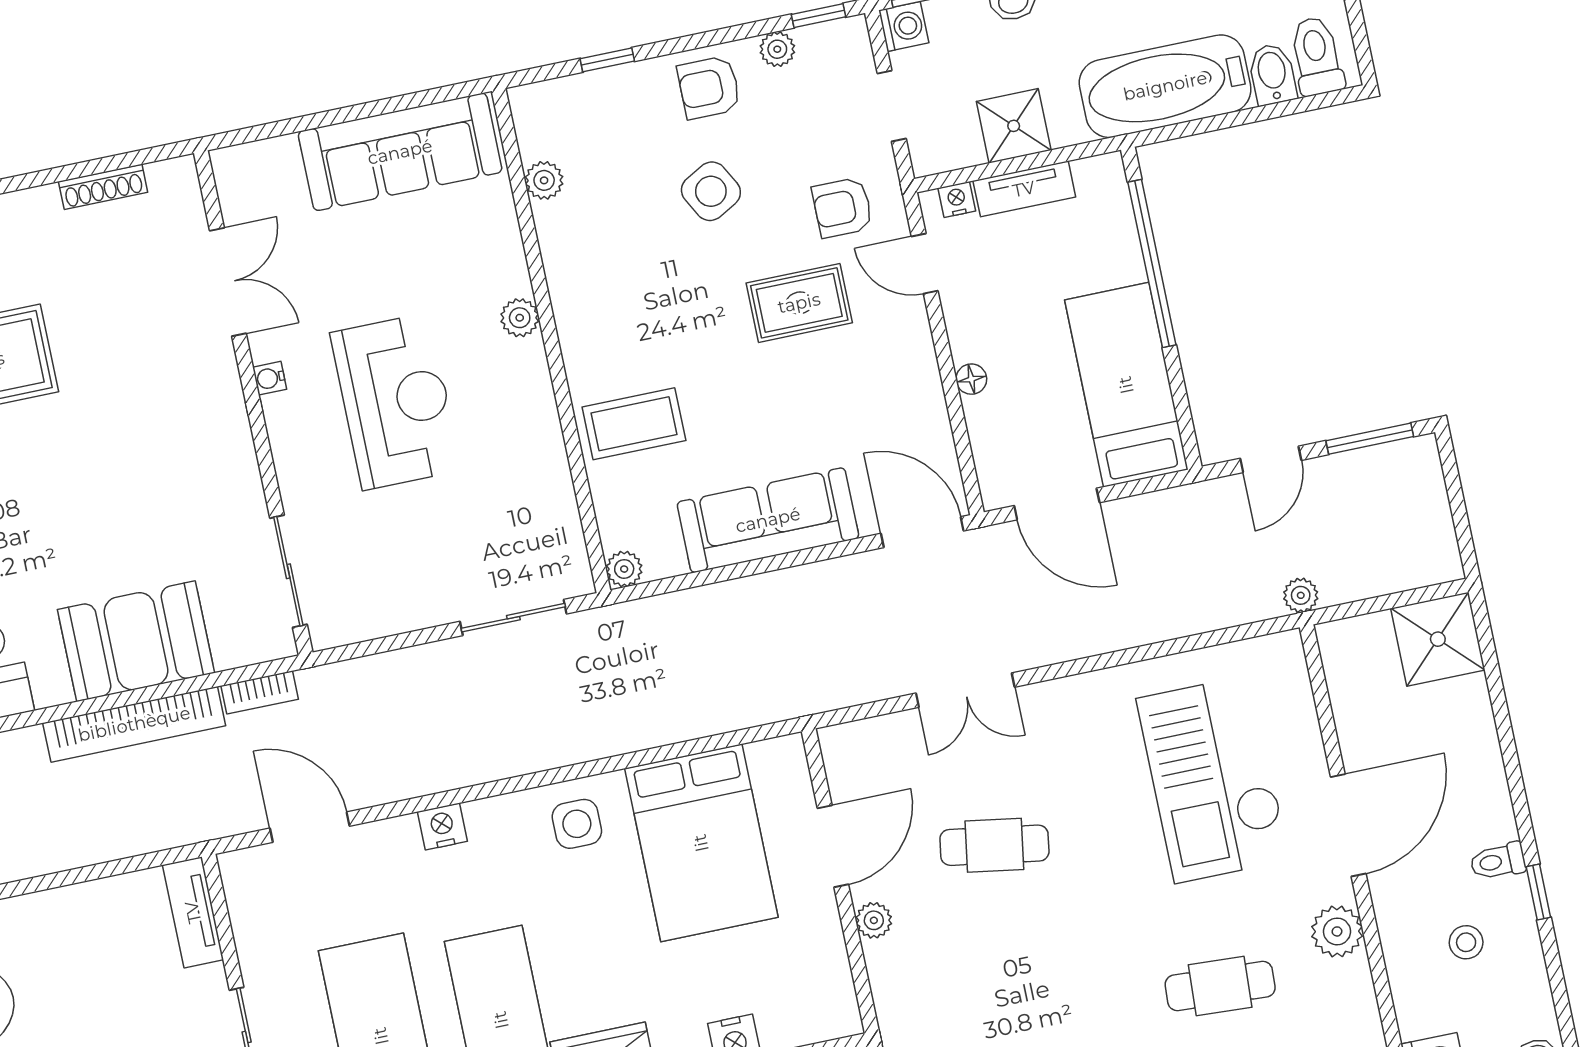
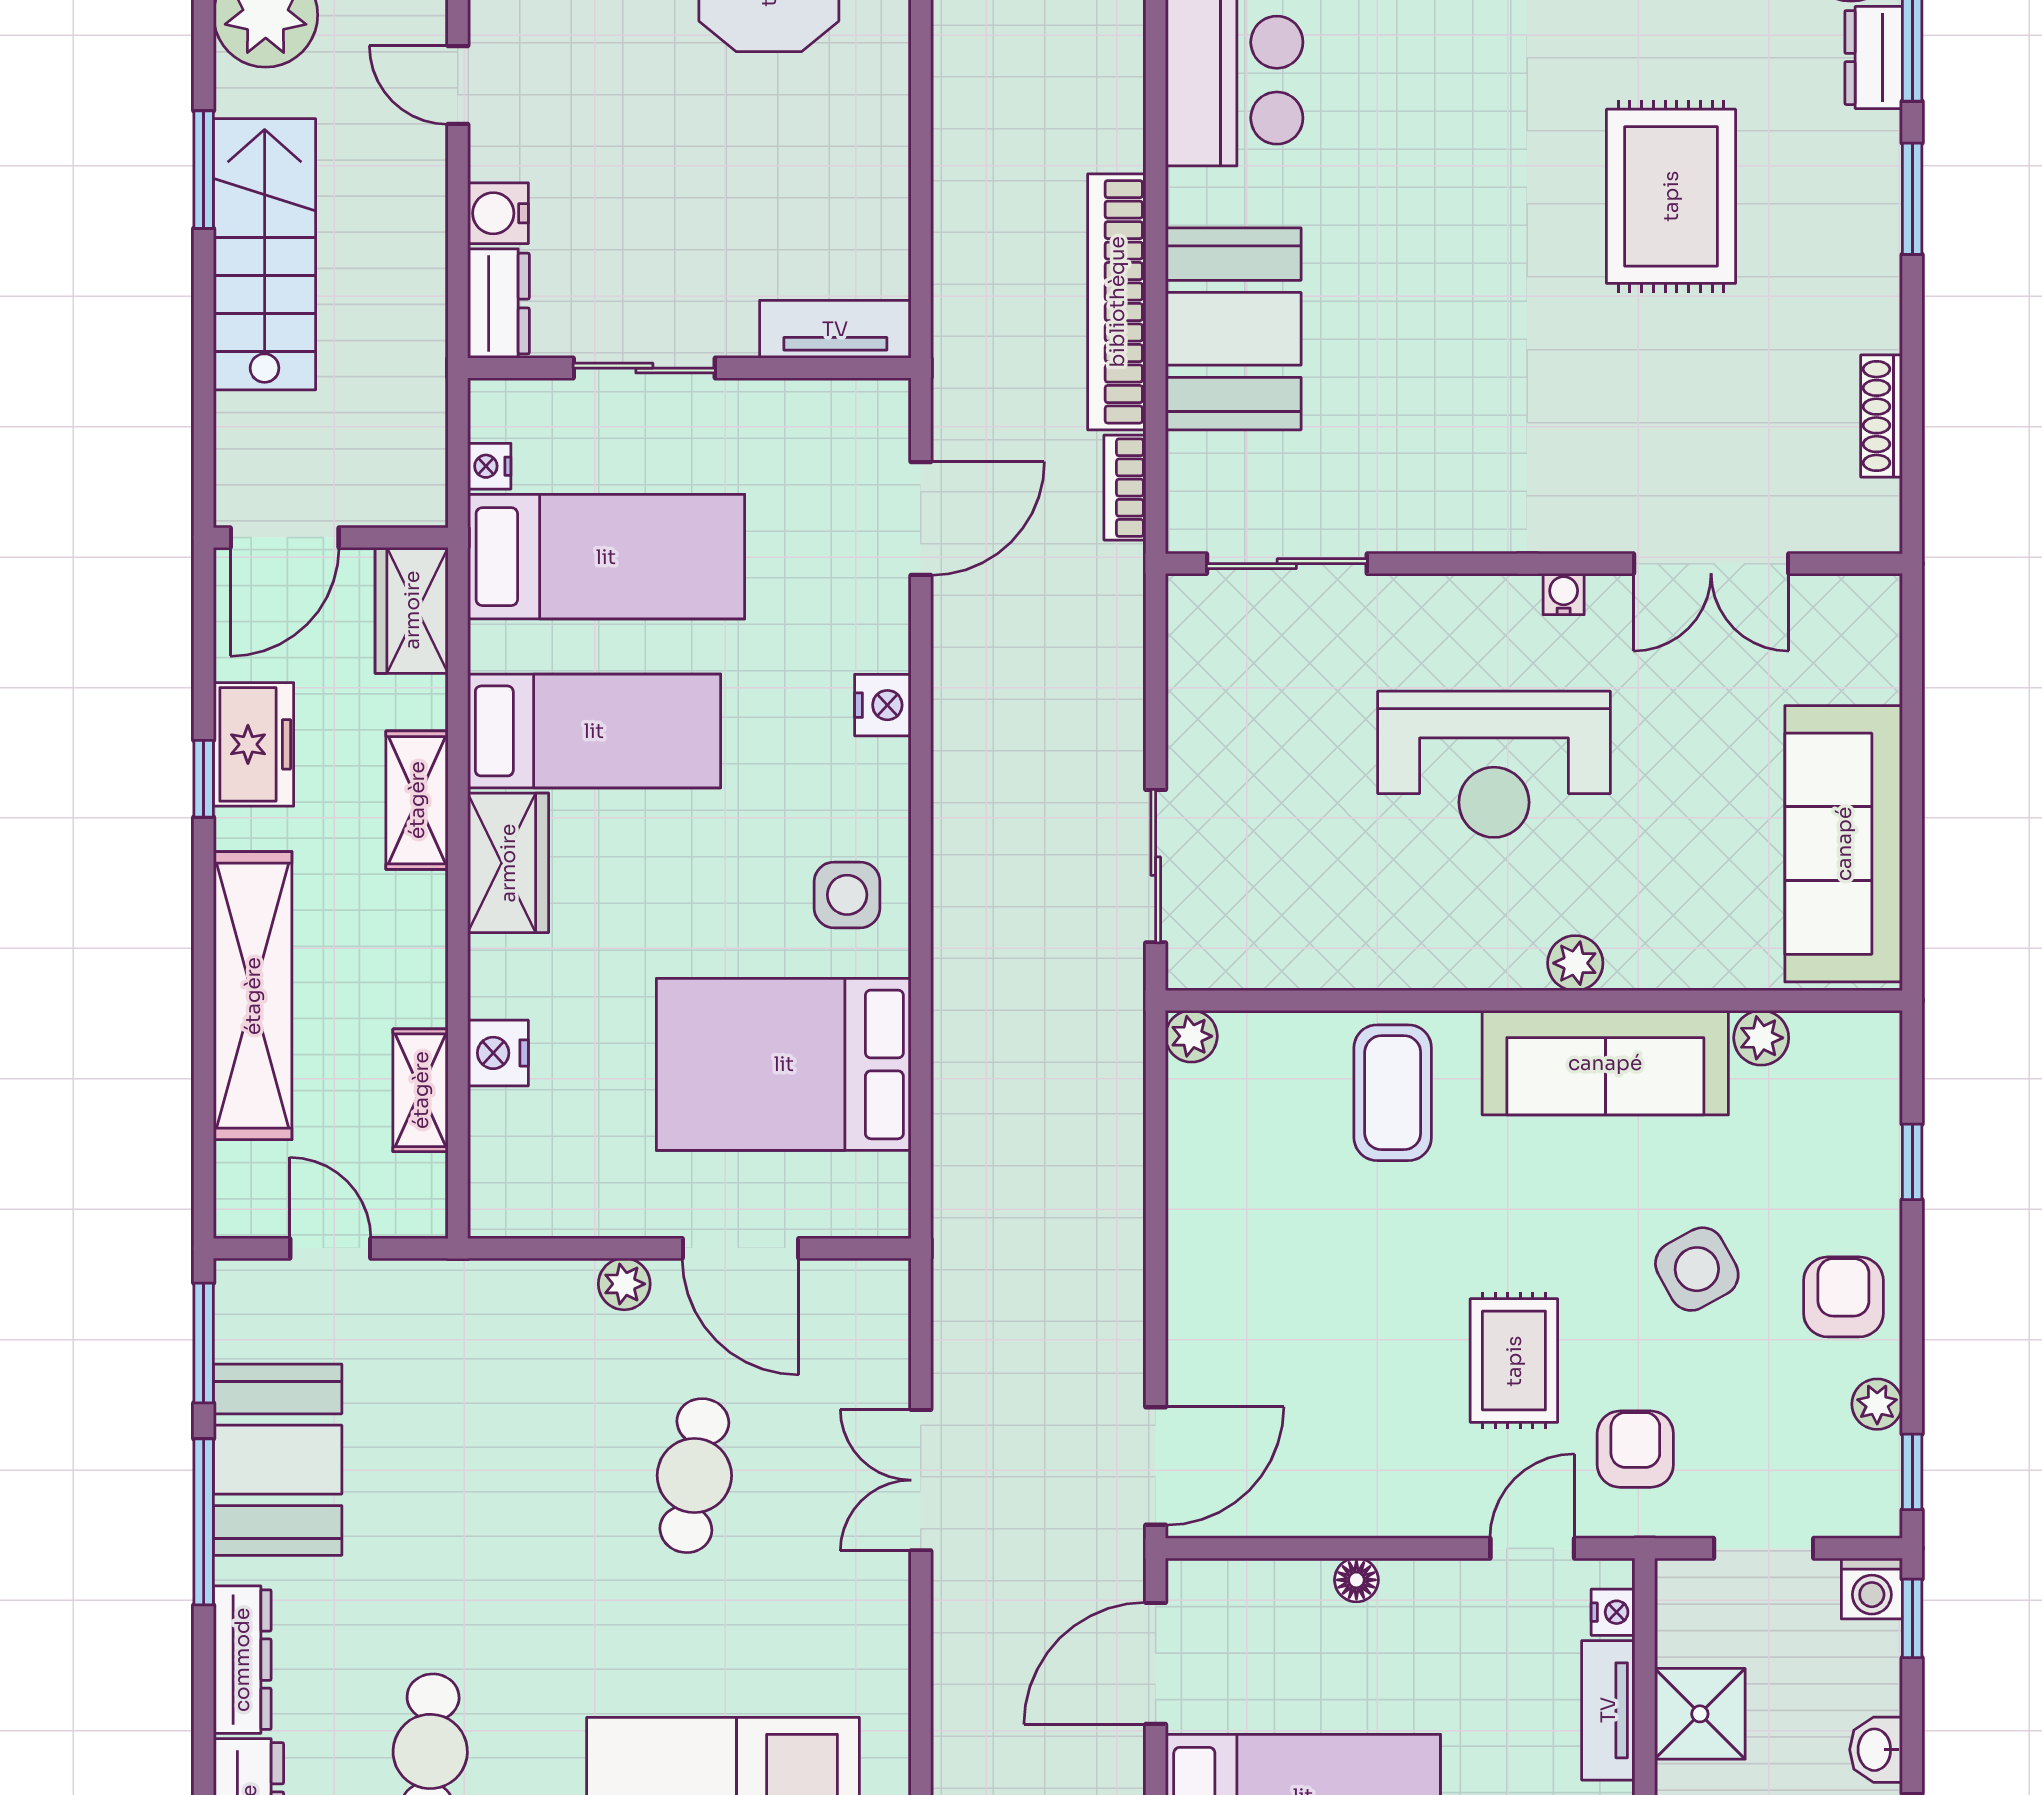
sofa: (768, 520) -> (1605, 1063), moved, turned 90

